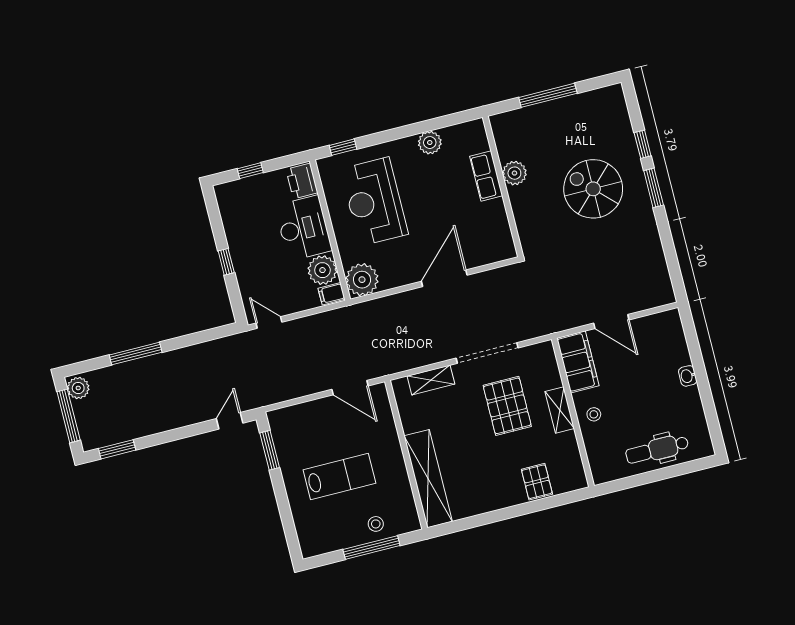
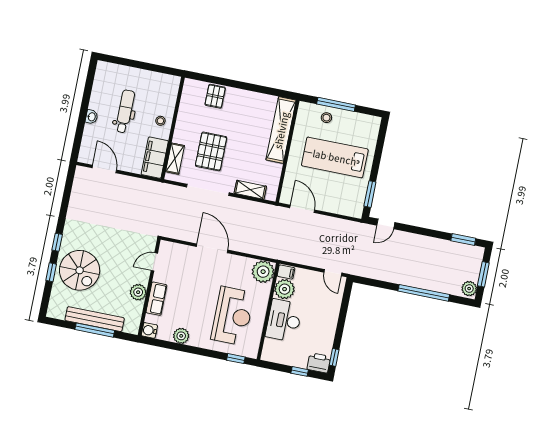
bench: (555, 110) -> (95, 319), added
water cooler: (475, 130) -> (149, 330), added
printer: (302, 181) -> (319, 363), moved, turned -90
window: (654, 188) -> (57, 242), width x0.67
spiral stairs: (593, 189) -> (80, 270), moved
door: (512, 223) -> (154, 262), added
window: (226, 262) -> (334, 357), moved
door: (444, 278) -> (212, 248), swing flipped
door: (611, 322) -> (104, 169), moved
window: (136, 354) -> (424, 293), width x1.46
shelving: (560, 410) -> (175, 159), moved
window: (69, 416) -> (483, 274), width x0.69
dental chair: (657, 449) -> (125, 111), moved, turned -90
lab bench: (339, 477) -> (335, 157), width x1.36, depth x1.39

